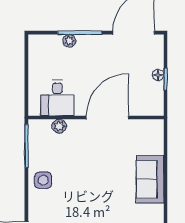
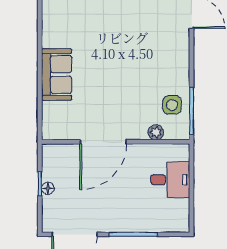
plant: (69, 41) -> (145, 226), removed
desk: (57, 98) -> (170, 180), moved, turned 90
side table: (43, 180) -> (172, 105), moved

